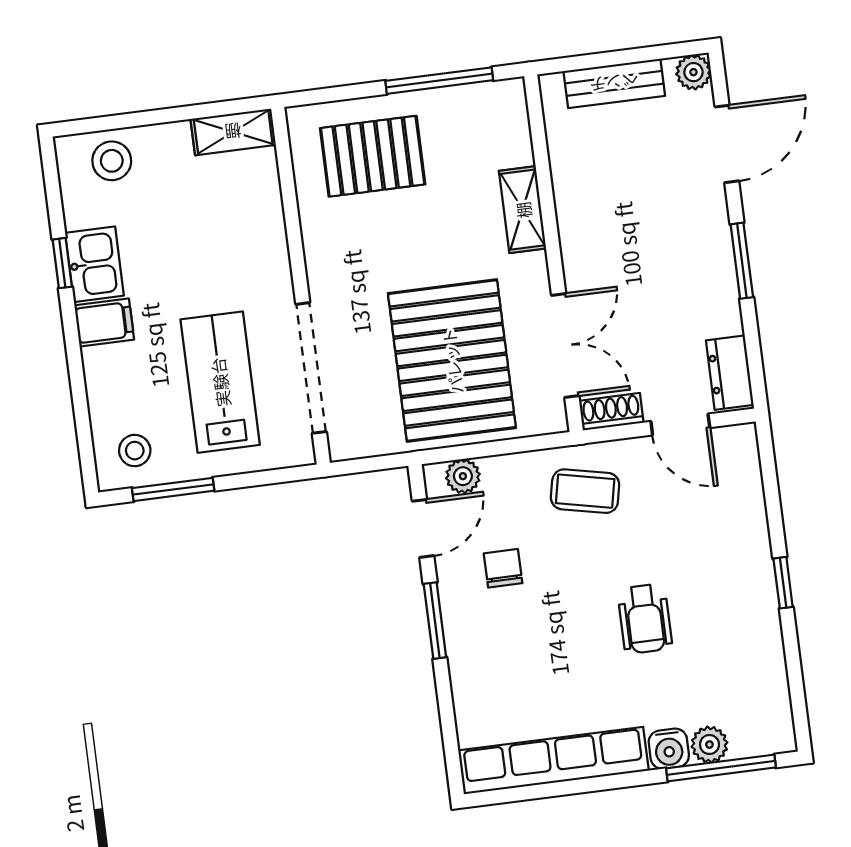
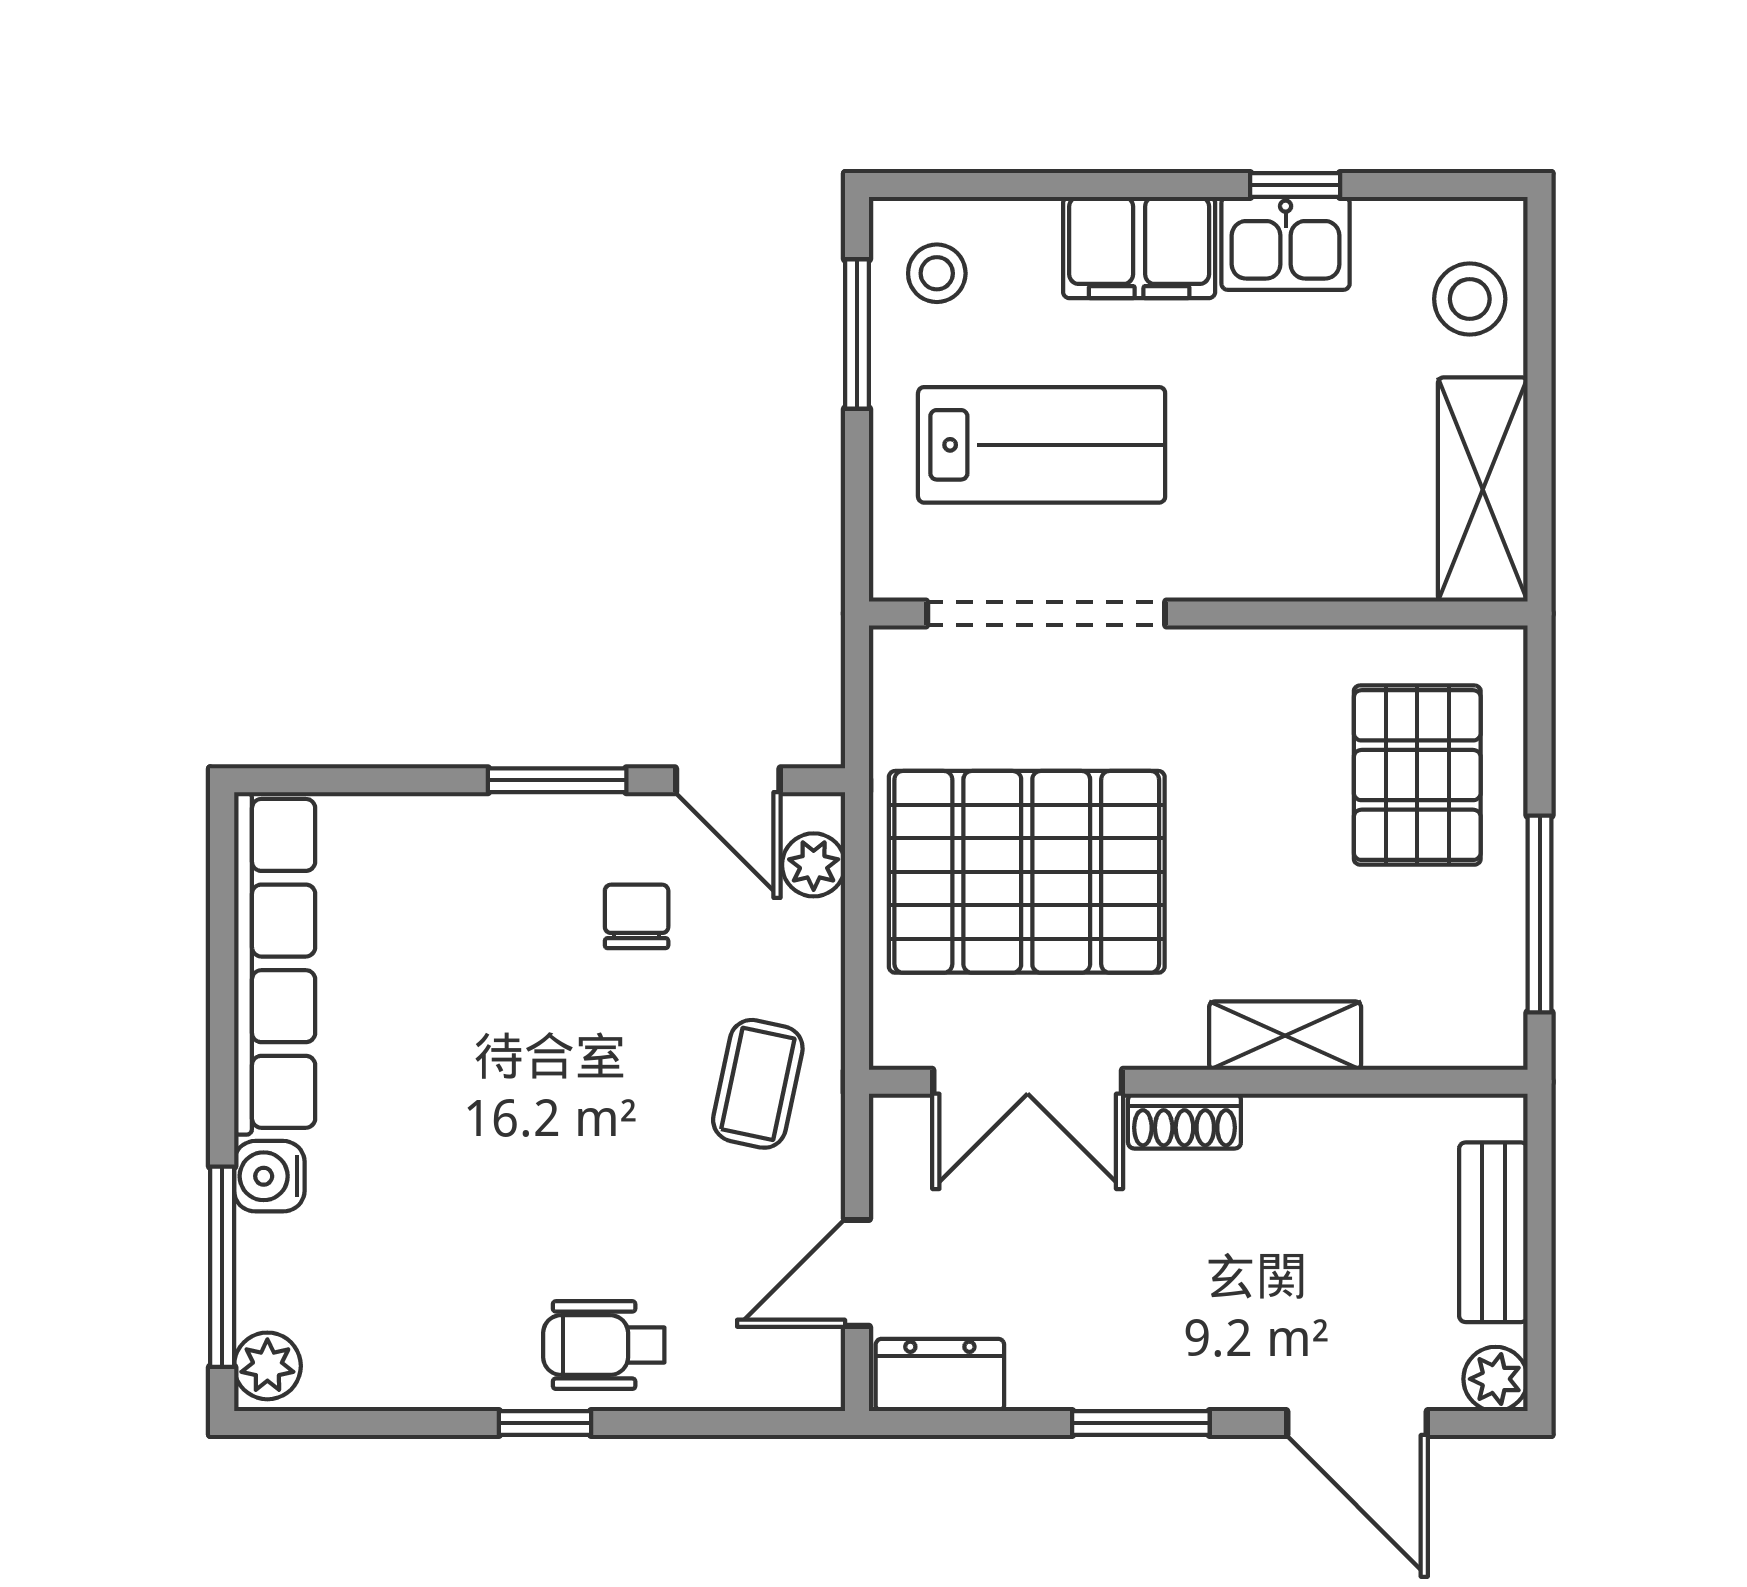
shelving: (233, 132) -> (1483, 489), width x1.50, depth x1.33
filing cabinet: (104, 323) -> (1139, 248), width x2.00
shoe rack: (611, 412) -> (1184, 1121), moved, turned 90
chair: (503, 568) -> (637, 916), turned -90
wheelchair: (645, 619) -> (604, 1345), moved
plant: (709, 745) -> (267, 1366), moved

